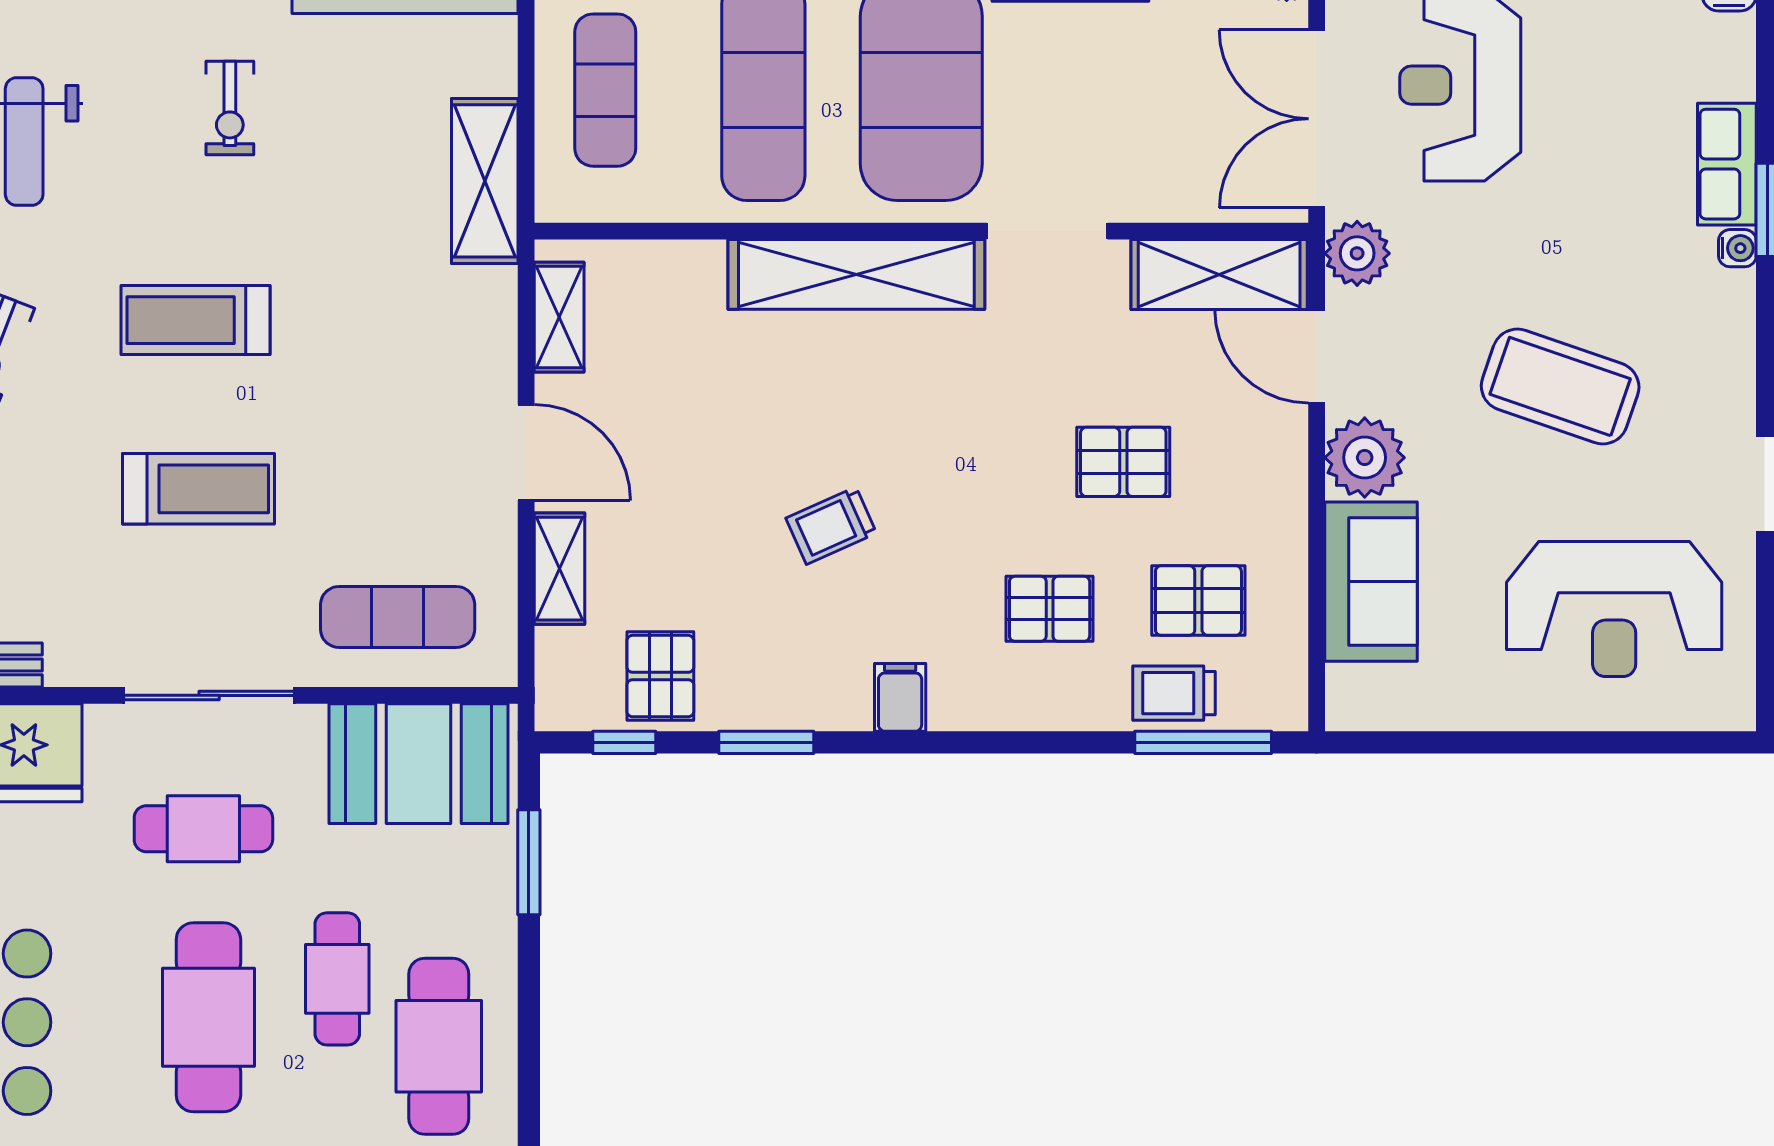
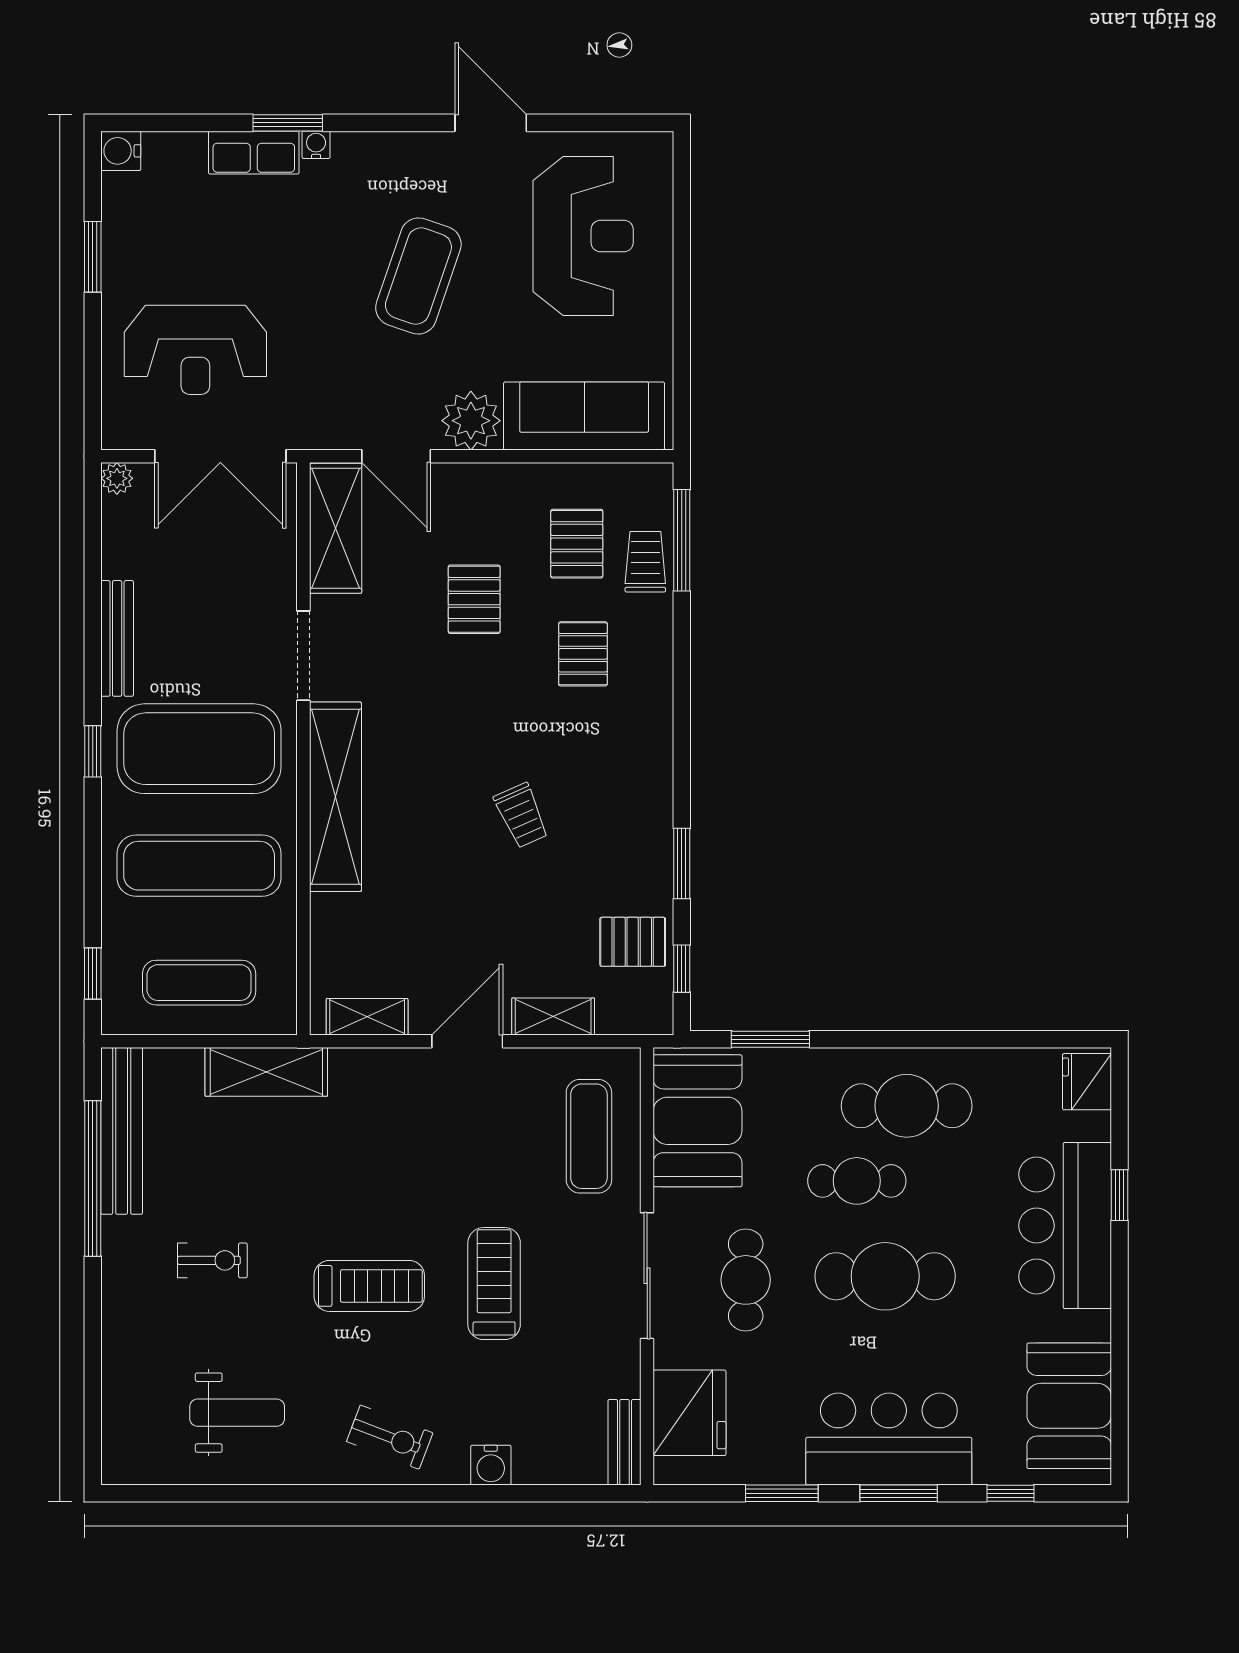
plant: (1357, 253) -> (320, 426), removed
treadmill: (195, 320) -> (369, 1286), turned -90
door: (1317, 356) -> (396, 456), hinge flipped
sofa: (1371, 582) -> (584, 416), width x1.36
trolley: (1174, 693) -> (645, 562), turned 180
filing cabinet: (900, 697) -> (648, 764), removed

